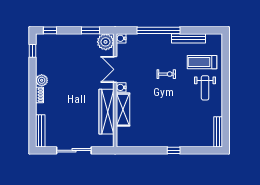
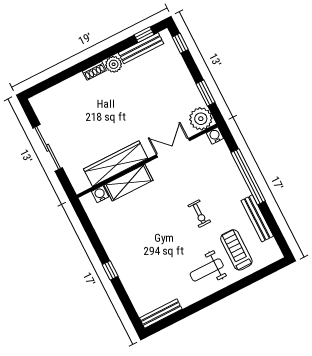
water cooler: (121, 87) -> (100, 194), moved
bench: (40, 131) -> (141, 48), moved

